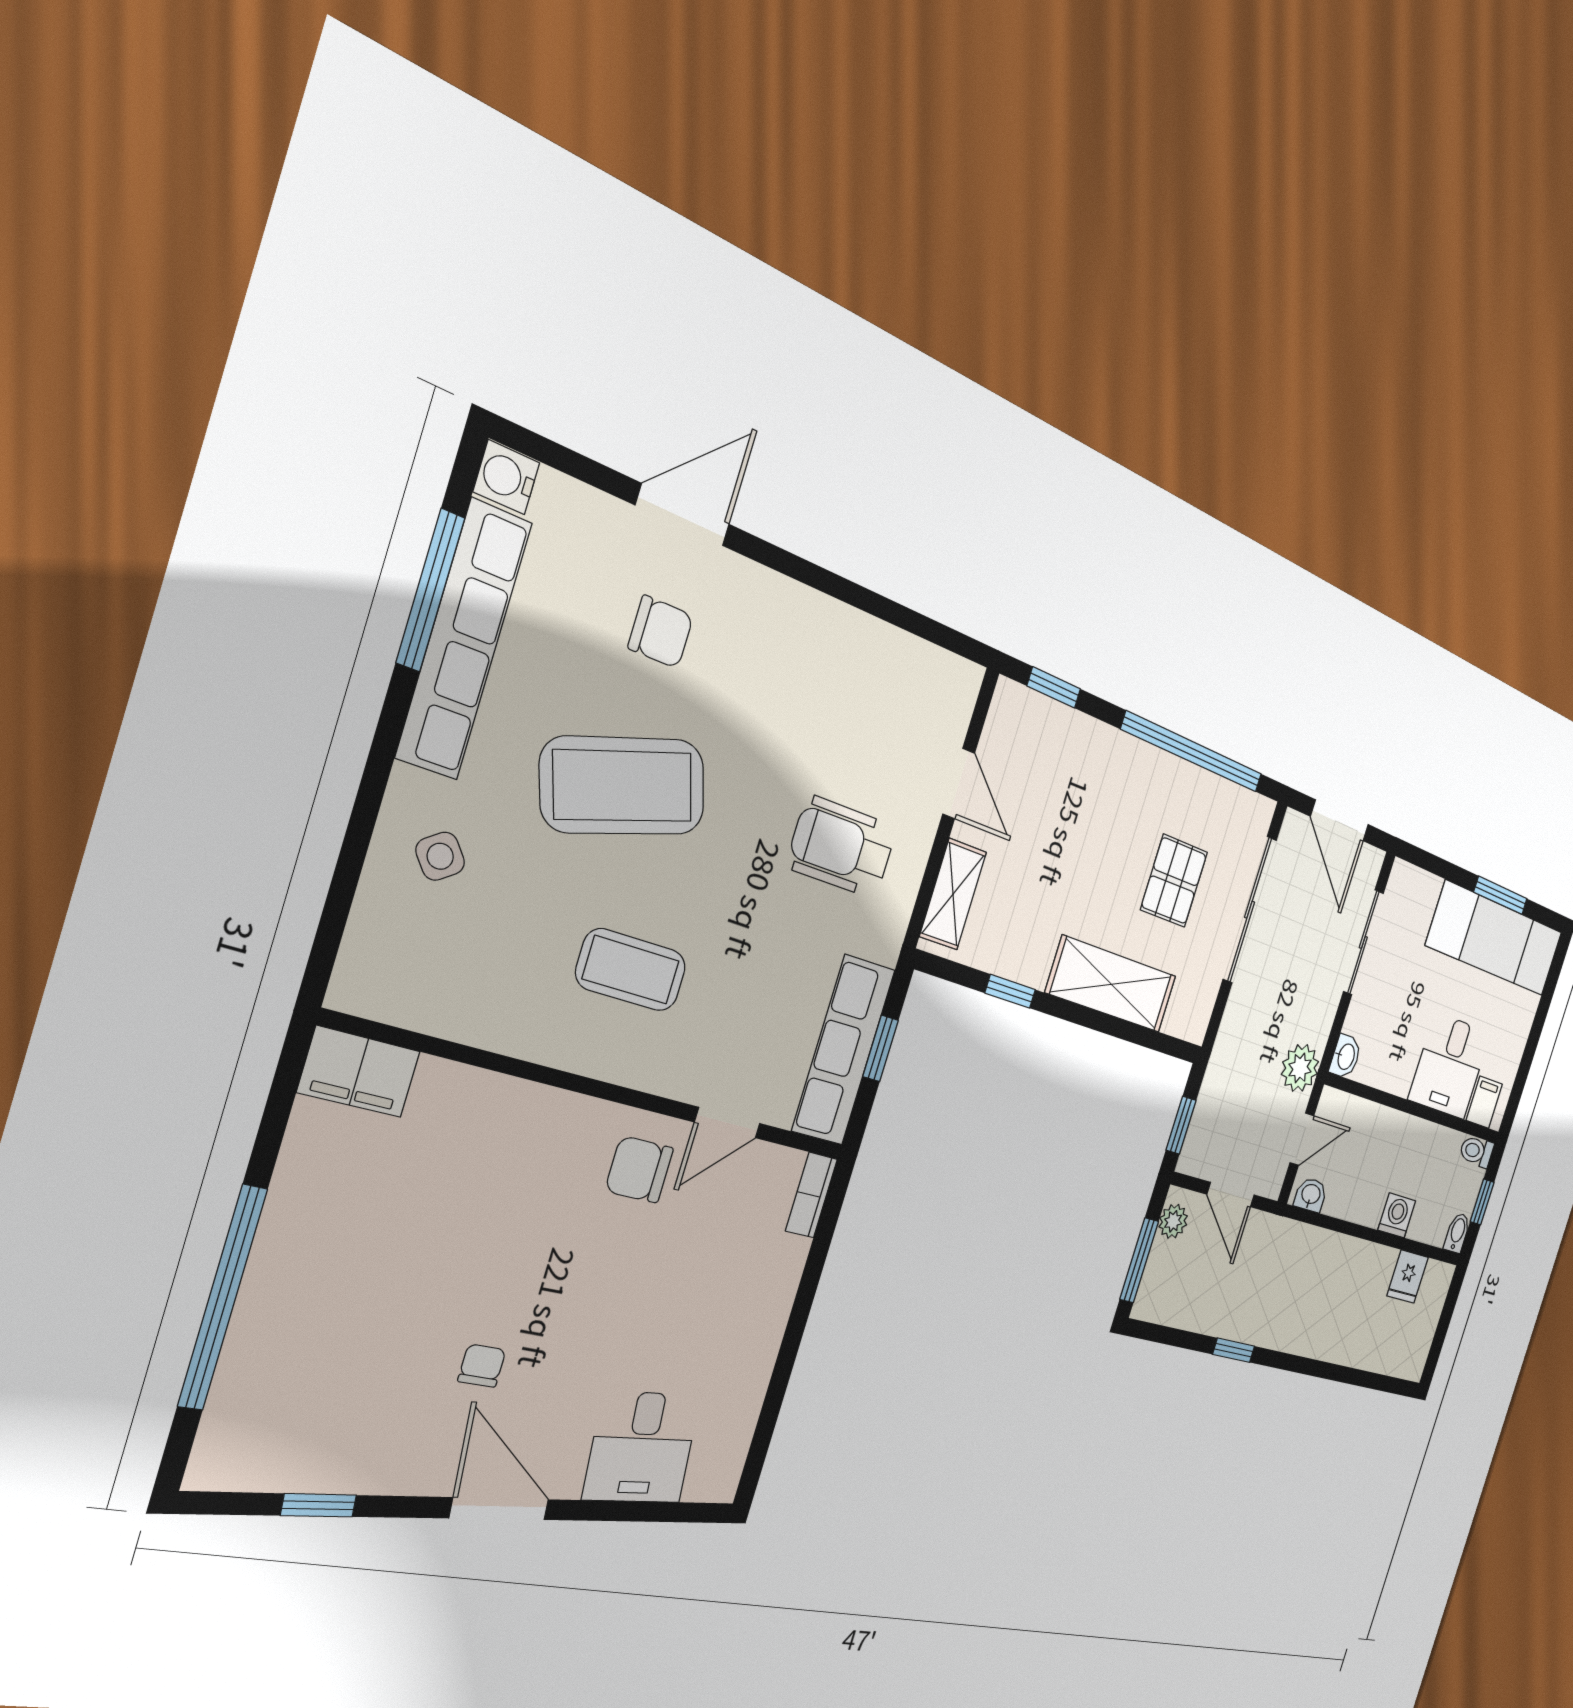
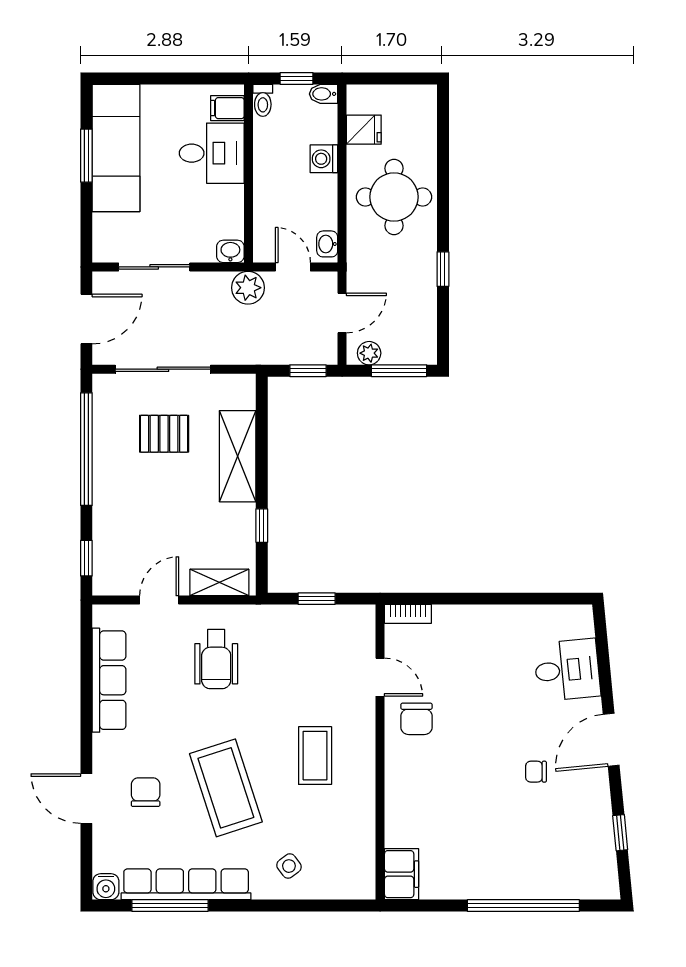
row of seats: (843, 1050) -> (109, 680), moved, turned -90
round table: (1330, 1300) -> (394, 197), added

